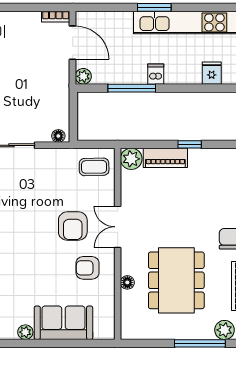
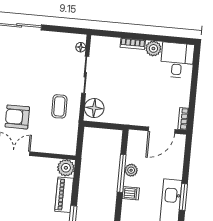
plant: (83, 76) -> (131, 170), moved
floor lamp: (58, 136) -> (94, 108), width x1.89, depth x1.89
coffee table: (94, 167) -> (59, 106), moved

